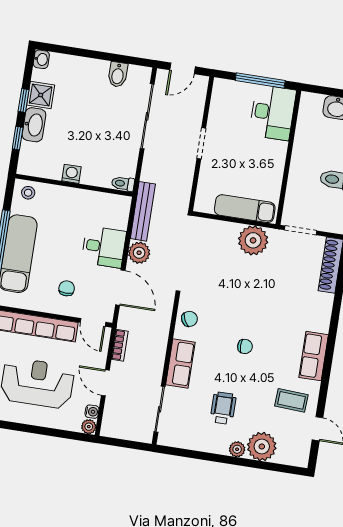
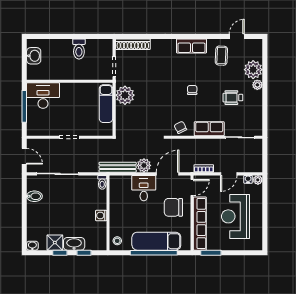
chair: (67, 288) -> (173, 207), width x1.87, depth x1.87

